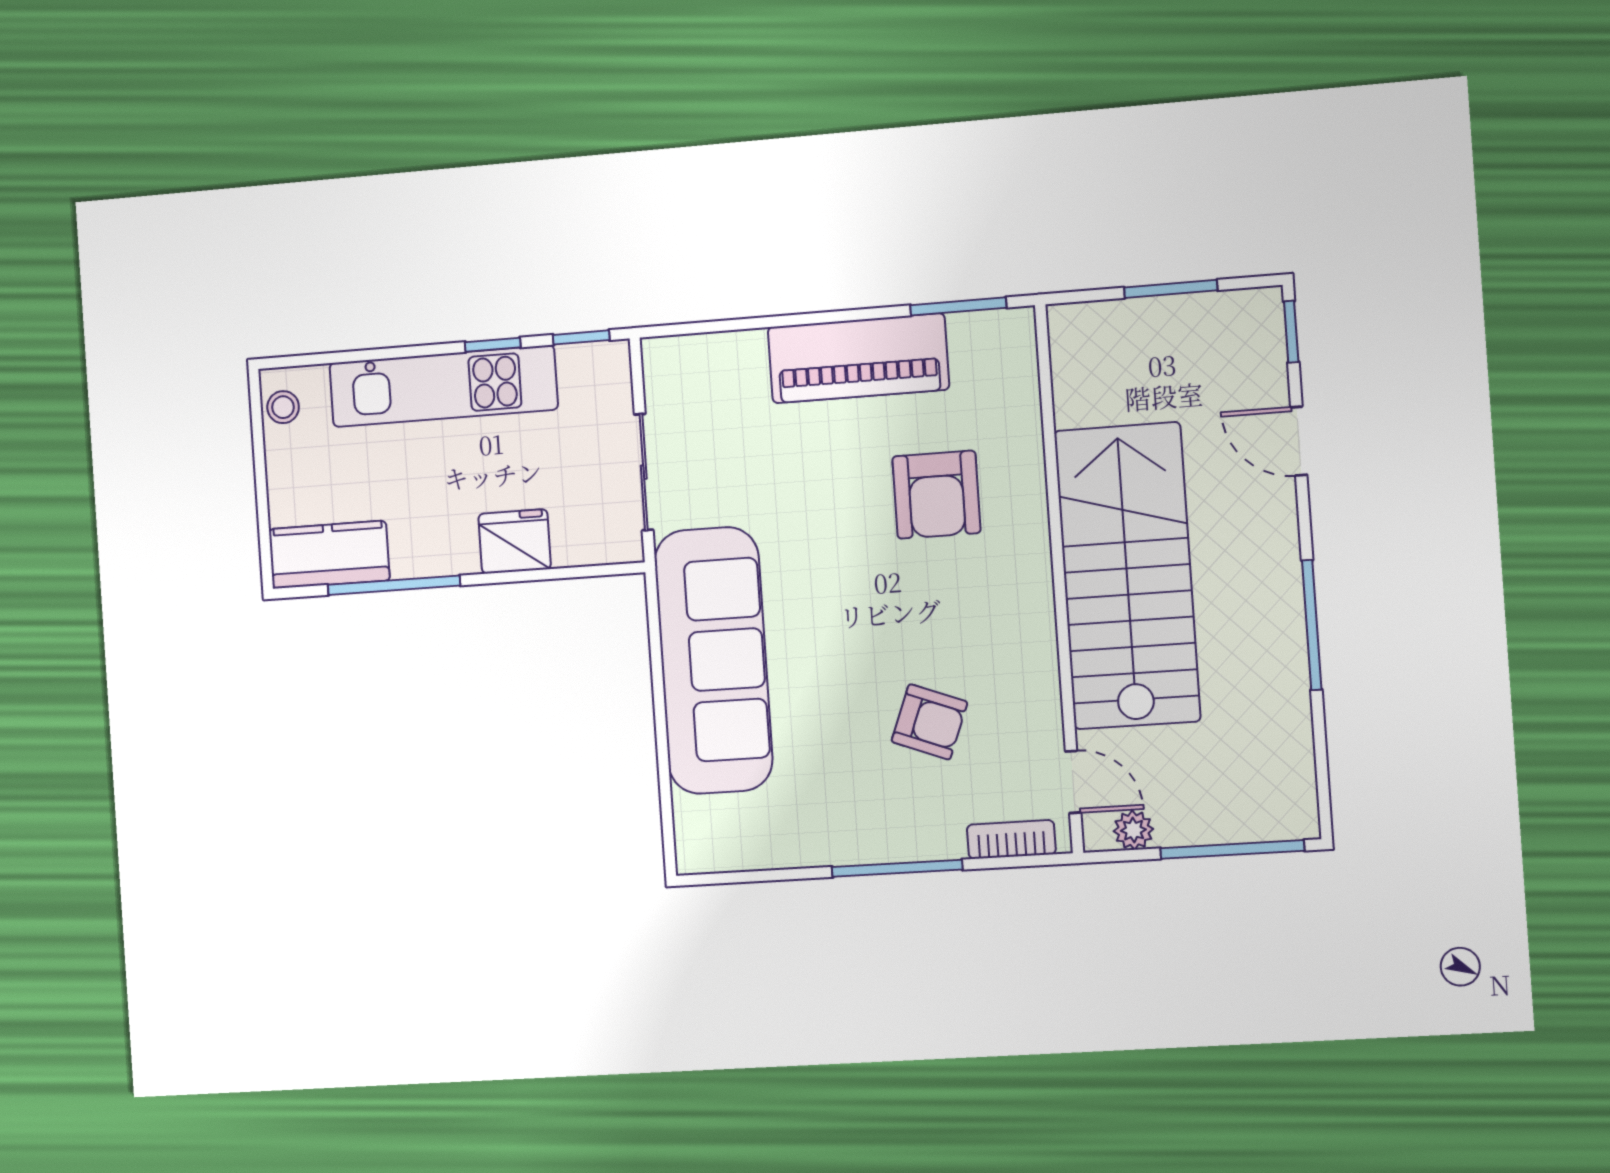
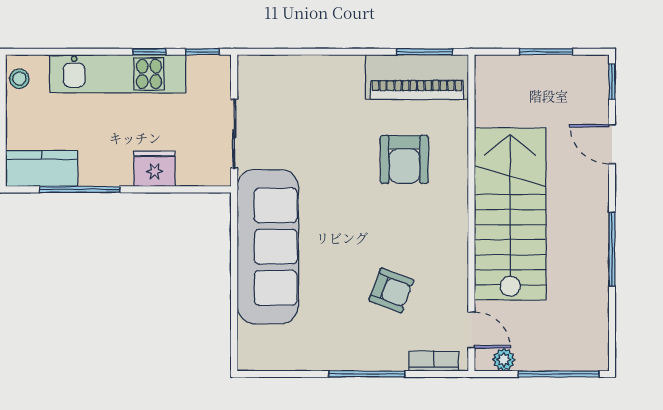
piano: (858, 358) -> (417, 77), moved

